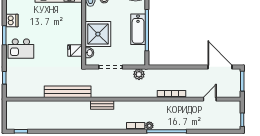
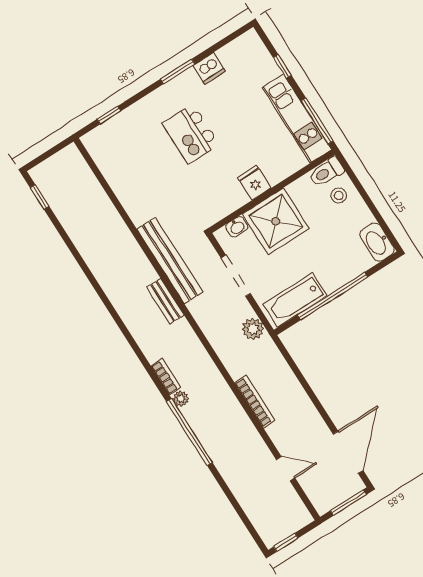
bathtub: (138, 29) -> (295, 300), moved
kitchen island: (21, 49) -> (191, 134), moved
fridge: (75, 50) -> (254, 183), moved
bench: (68, 92) -> (170, 261), moved

